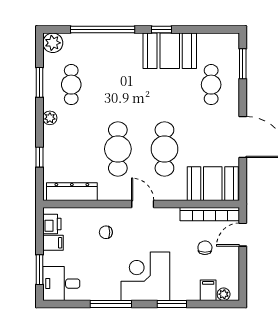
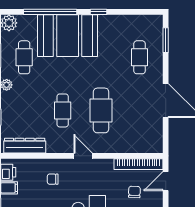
booth: (170, 51) -> (68, 36), moved, width x1.36, depth x1.42
cafe table: (118, 149) -> (63, 110), width x0.73, depth x0.74
booth: (213, 184) -> (141, 139), removed

